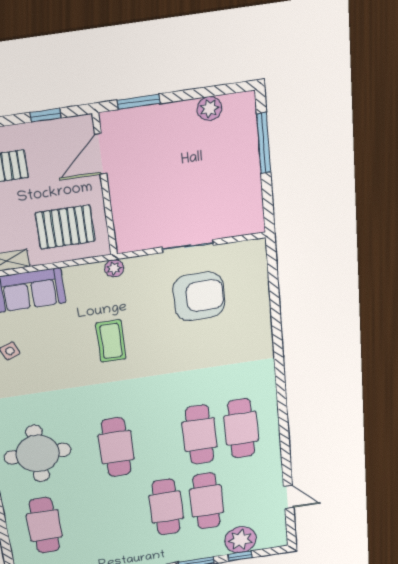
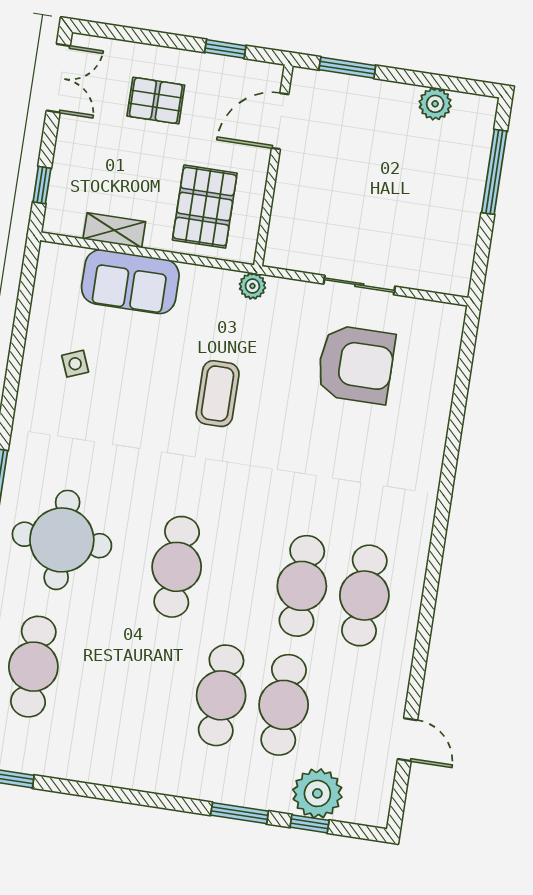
pallet: (65, 227) -> (205, 207), turned 90

